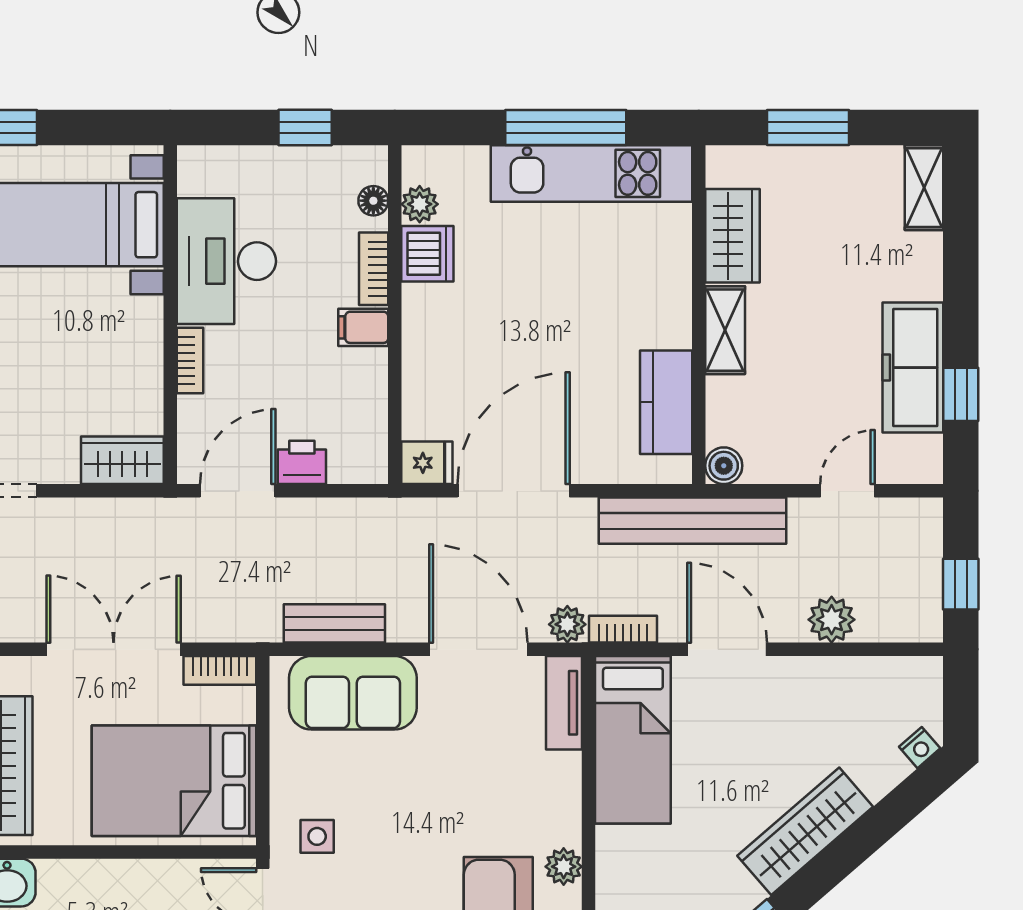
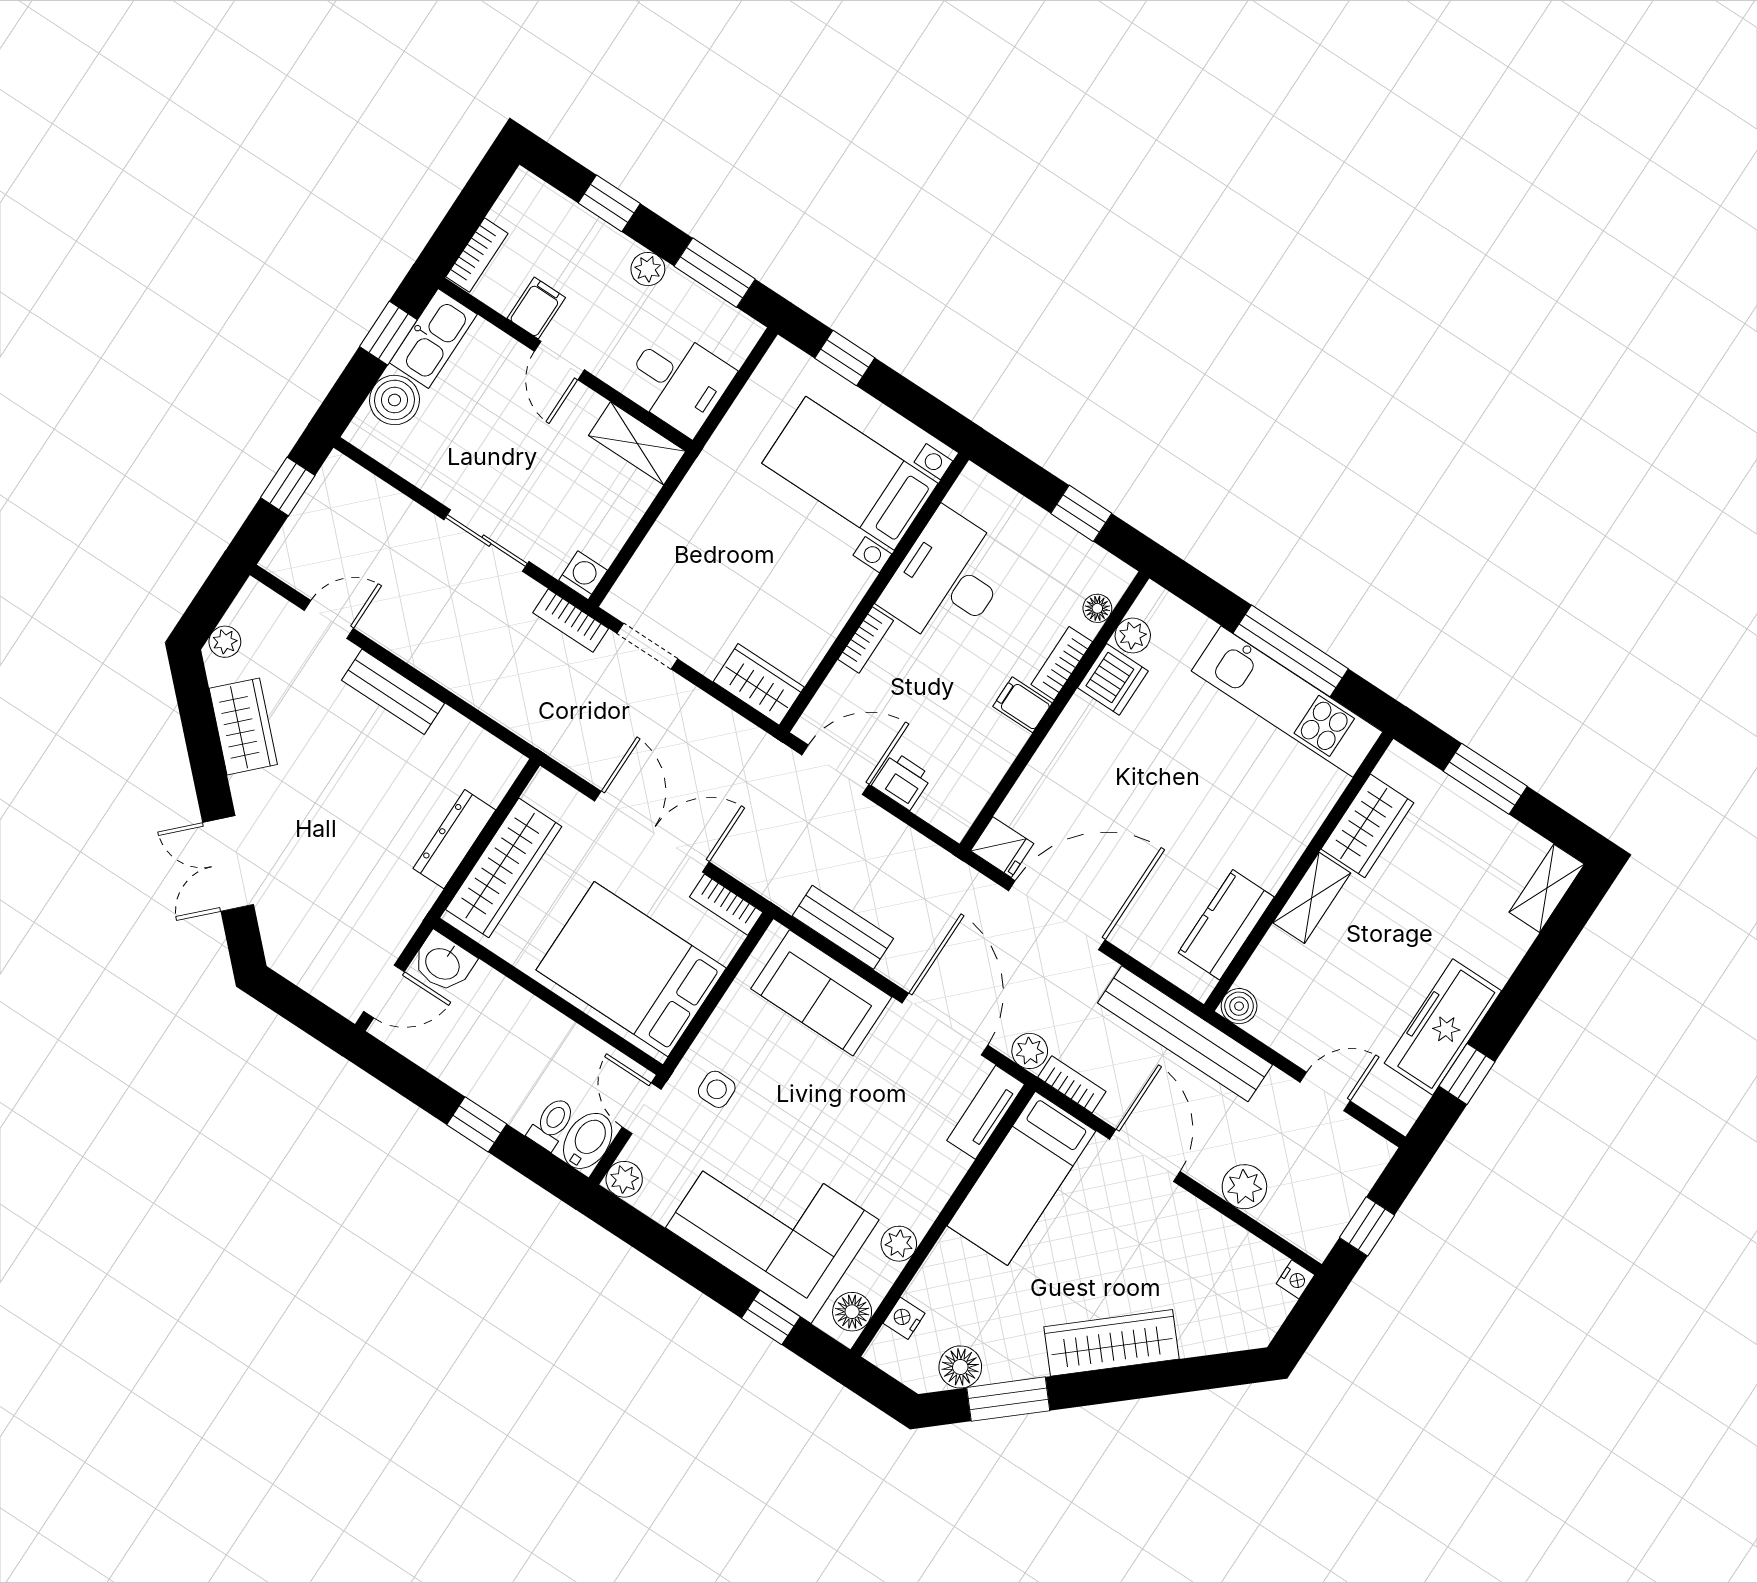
nightstand: (920, 748) -> (1295, 1279), moved, turned -49

